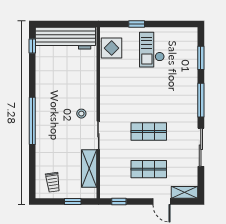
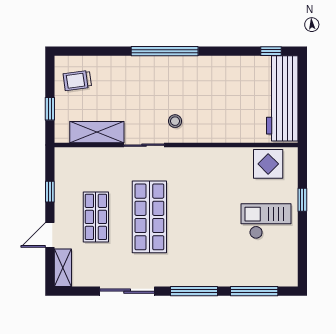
window: (201, 58) -> (254, 291), width x1.44
shop shelf: (149, 132) -> (149, 217), width x1.43, depth x1.36
window: (119, 202) -> (50, 192), moved

